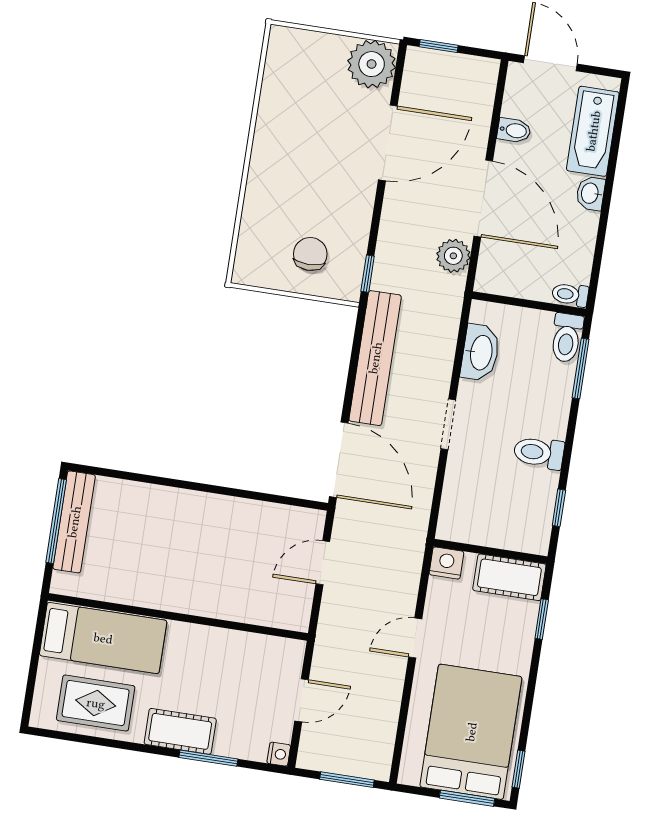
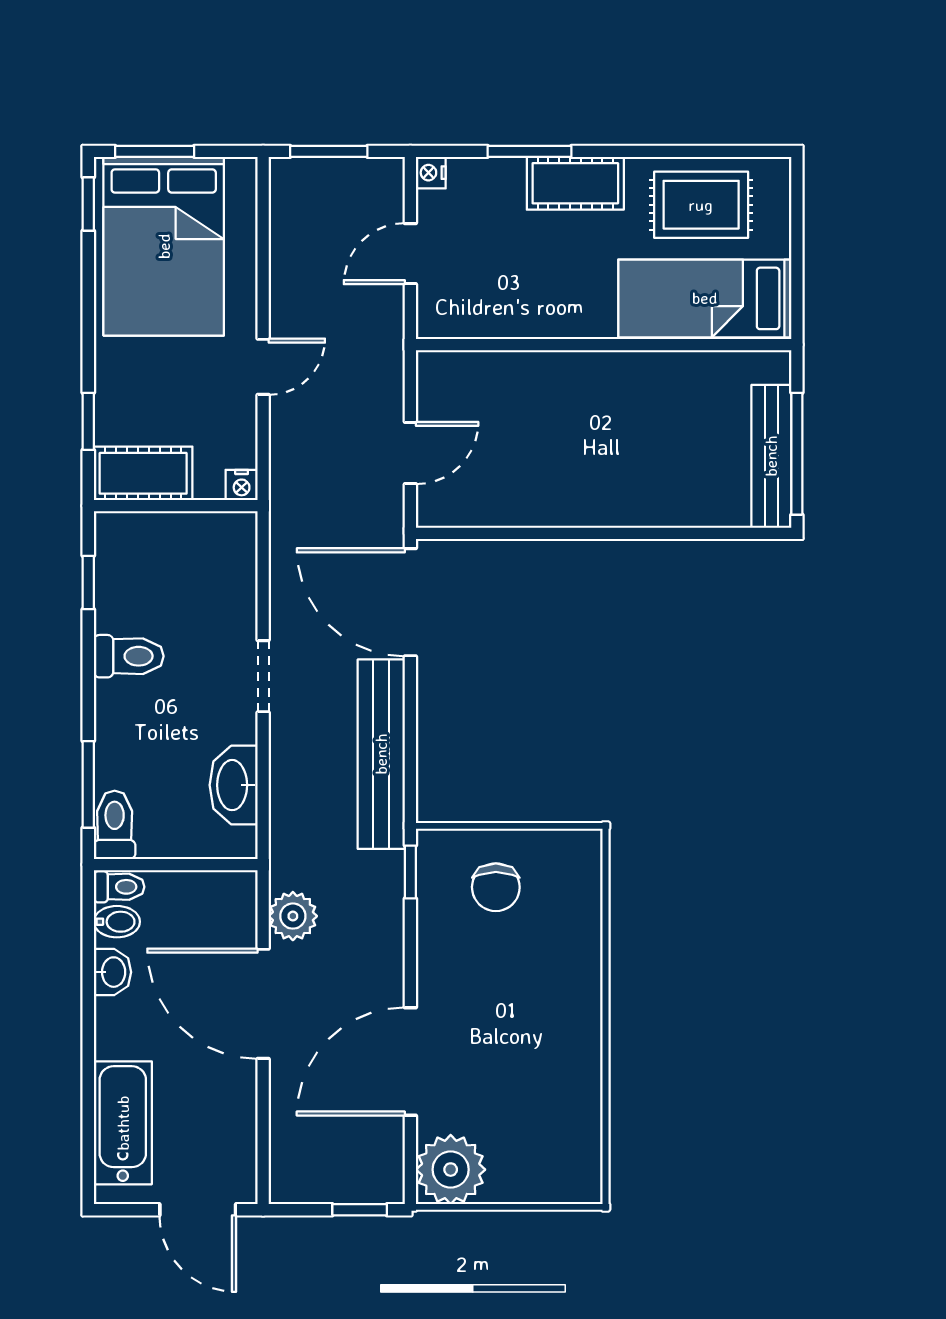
bidet: (514, 130) -> (117, 922), moved, turned 180
washbasin: (590, 193) -> (112, 972), moved
nightstand: (446, 563) -> (242, 485), width x0.72, depth x0.74

